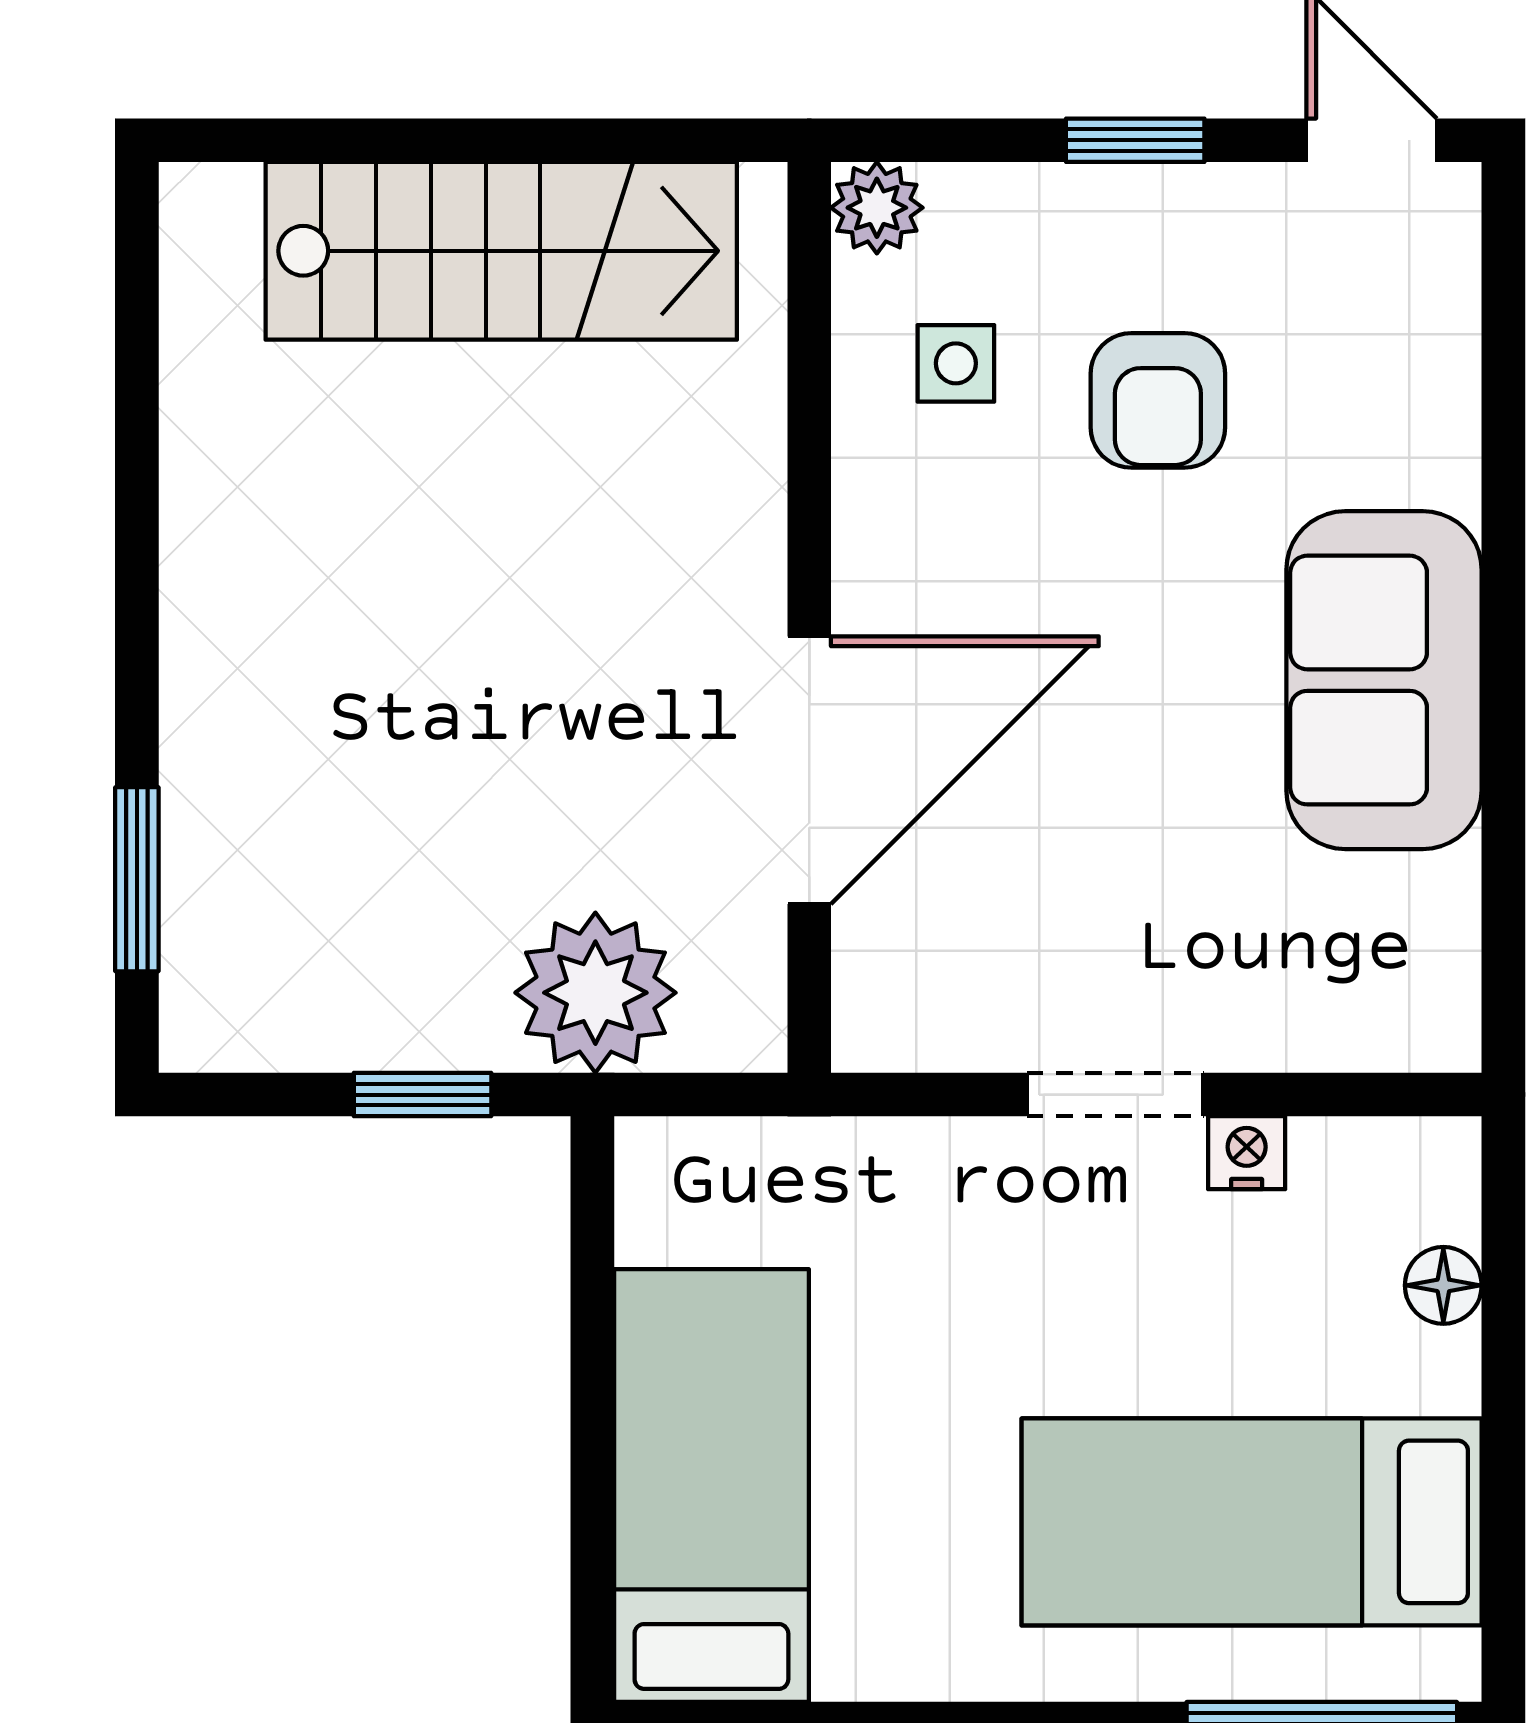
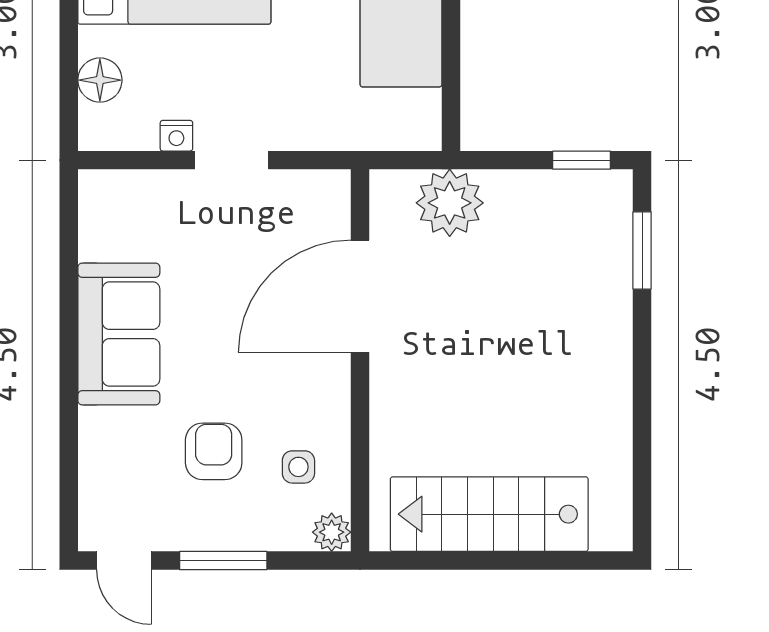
window: (1135, 140) -> (223, 561), width x1.50
window: (423, 1095) -> (582, 160), moved
floor lamp: (1443, 1285) -> (100, 80), width x1.37, depth x1.37

